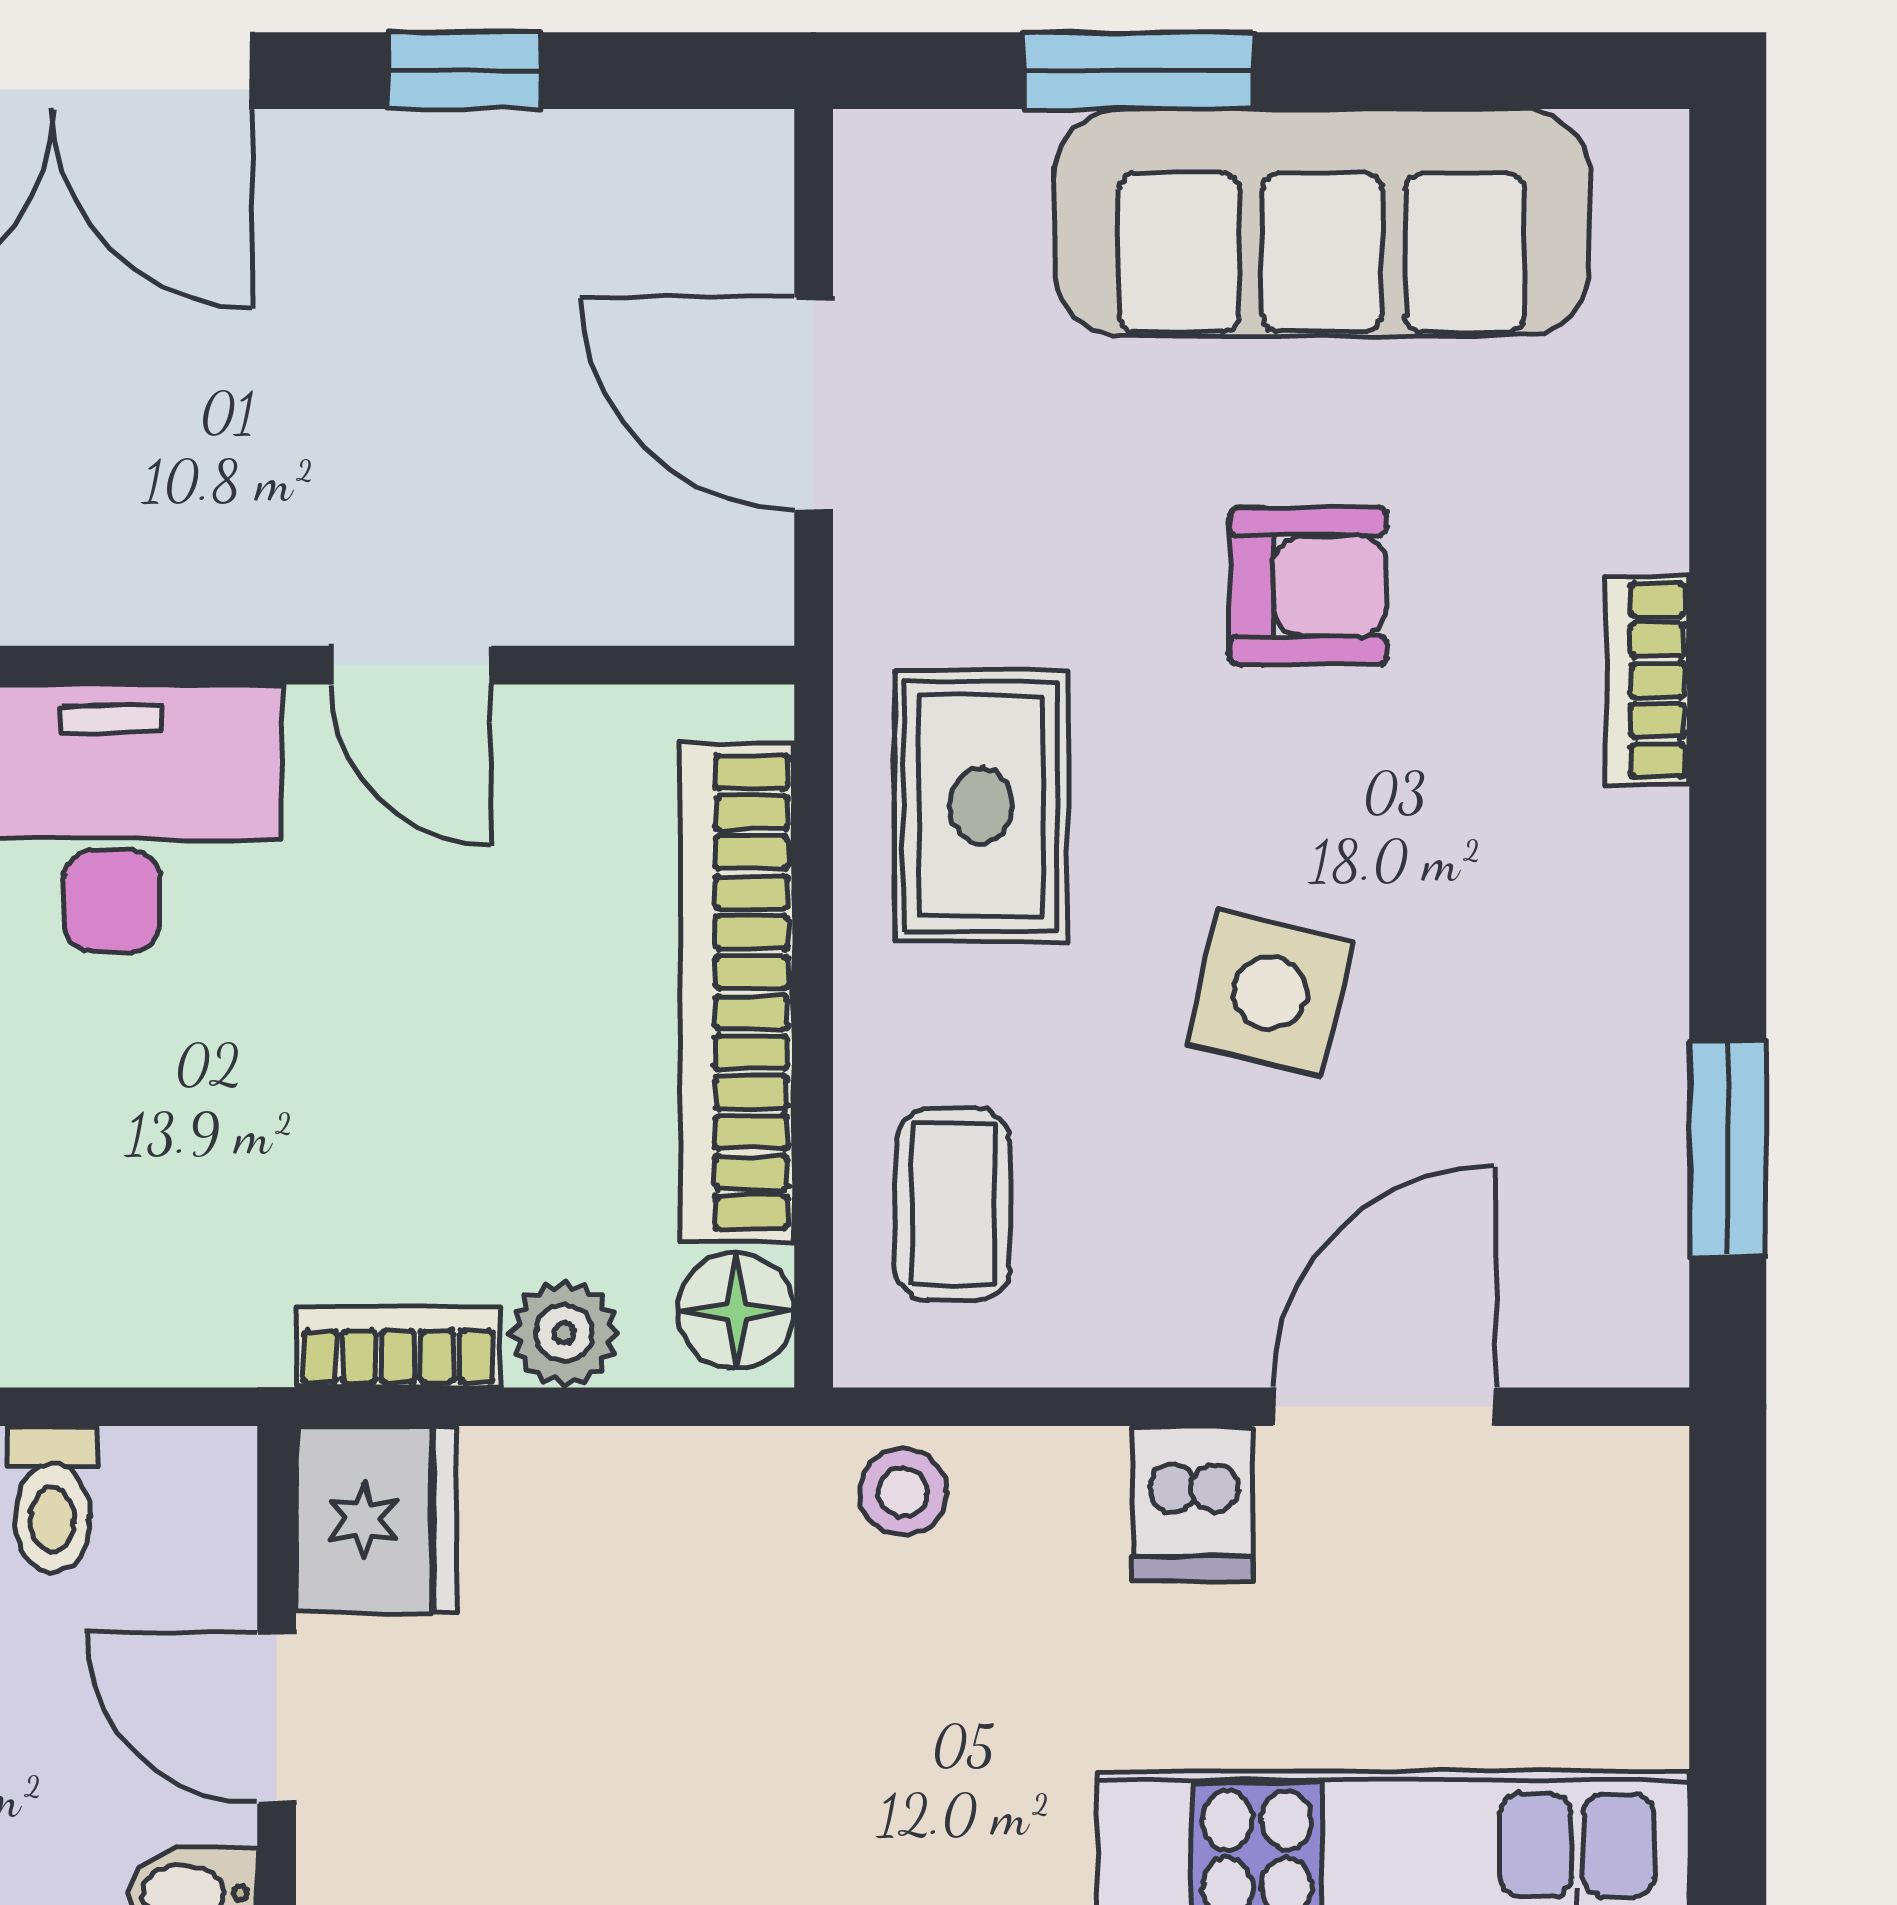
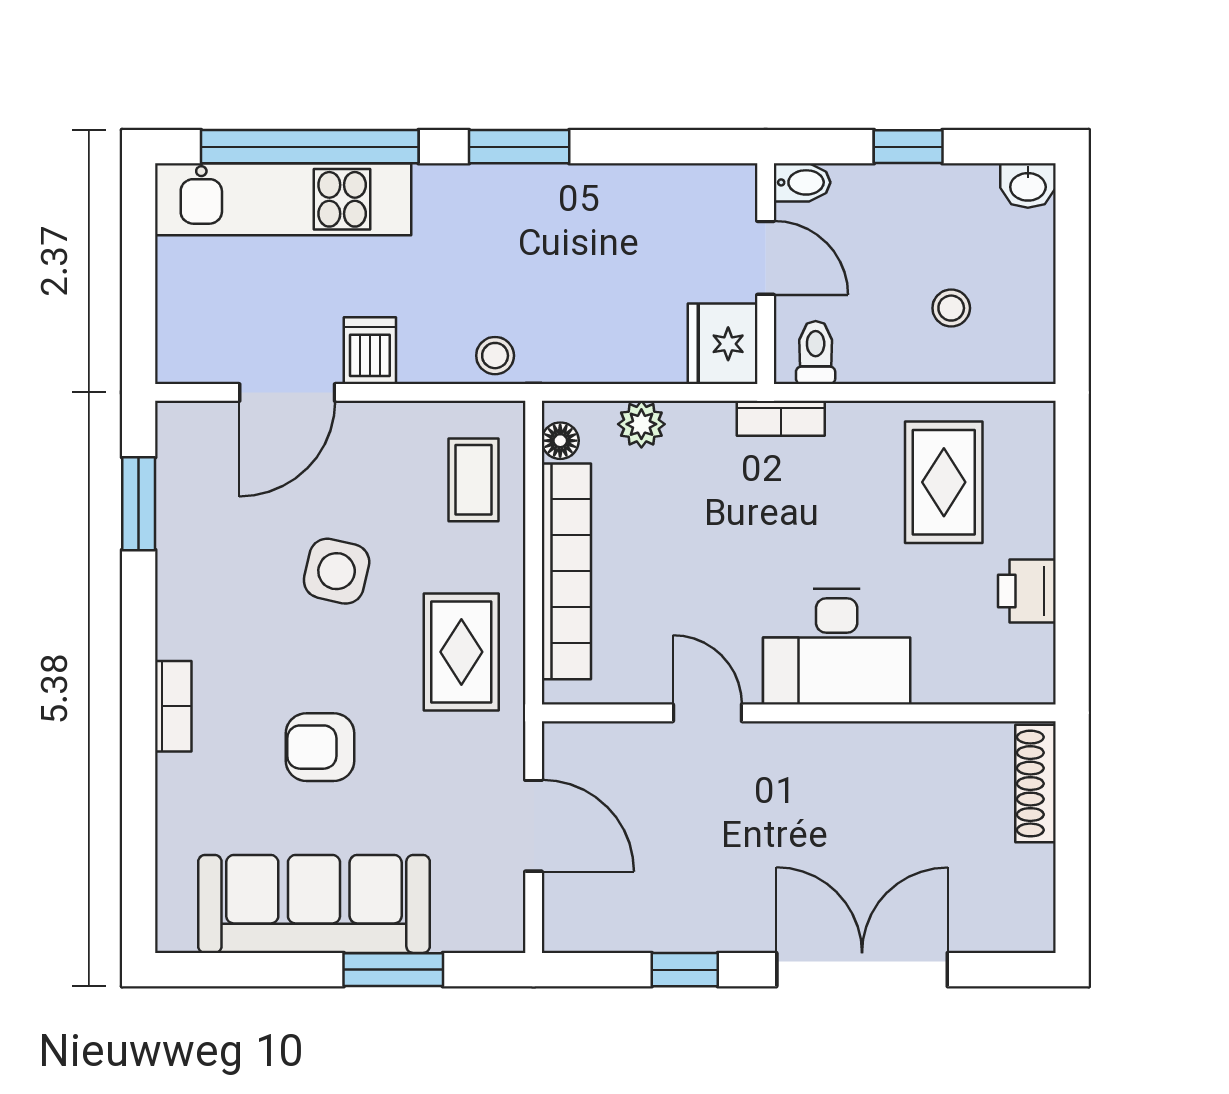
floor lamp: (736, 1311) -> (560, 441), width x0.73, depth x0.73
bookcase: (398, 1347) -> (781, 418), moved
toilet: (52, 1499) -> (816, 353), moved

